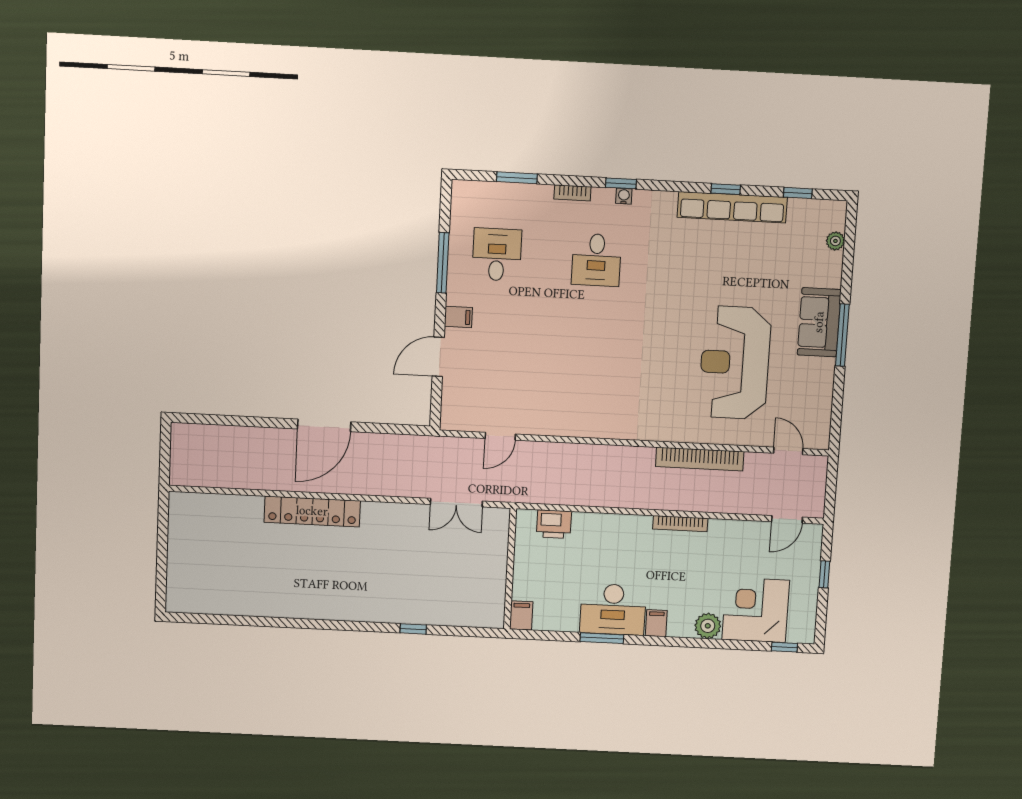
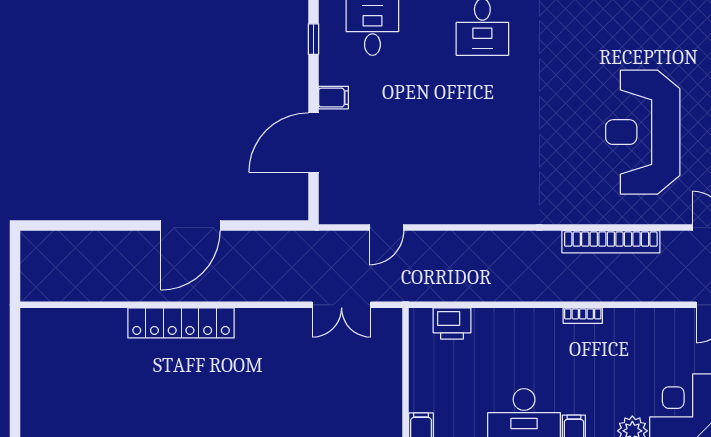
window: (443, 263) -> (313, 39), width x0.46
door: (438, 357) -> (313, 143), width x1.36
bookcase: (680, 524) -> (583, 316), width x0.64

